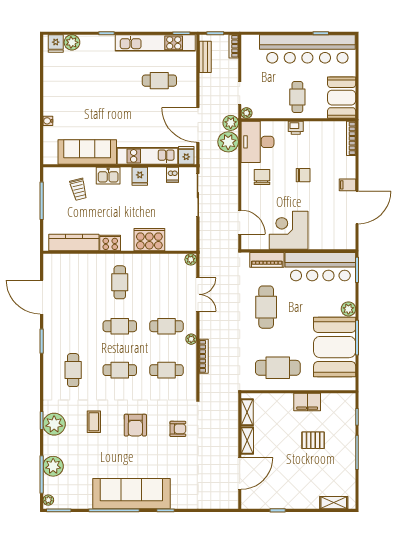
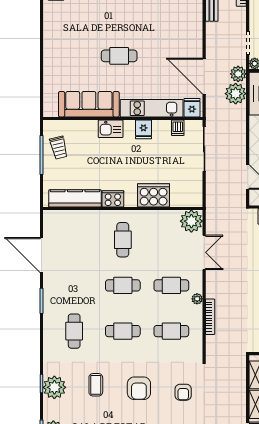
cafe table: (159, 81) -> (119, 56), moved
water cooler: (48, 121) -> (48, 72), removed
trolley: (79, 189) -> (59, 148), moved
plant: (191, 259) -> (191, 221), width x1.87, depth x1.87
armchair: (178, 429) -> (183, 392), turned 90

